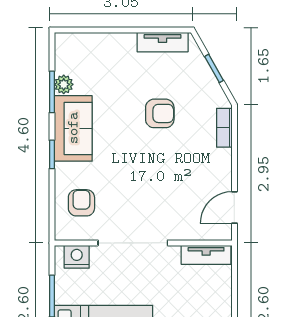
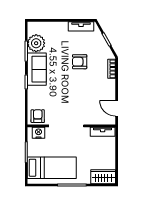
plant: (64, 84) -> (36, 43), width x1.87, depth x1.87
armchair: (160, 113) -> (80, 62), turned 180
armchair: (81, 203) -> (38, 116), moved
door: (234, 207) -> (117, 108), hinge flipped

